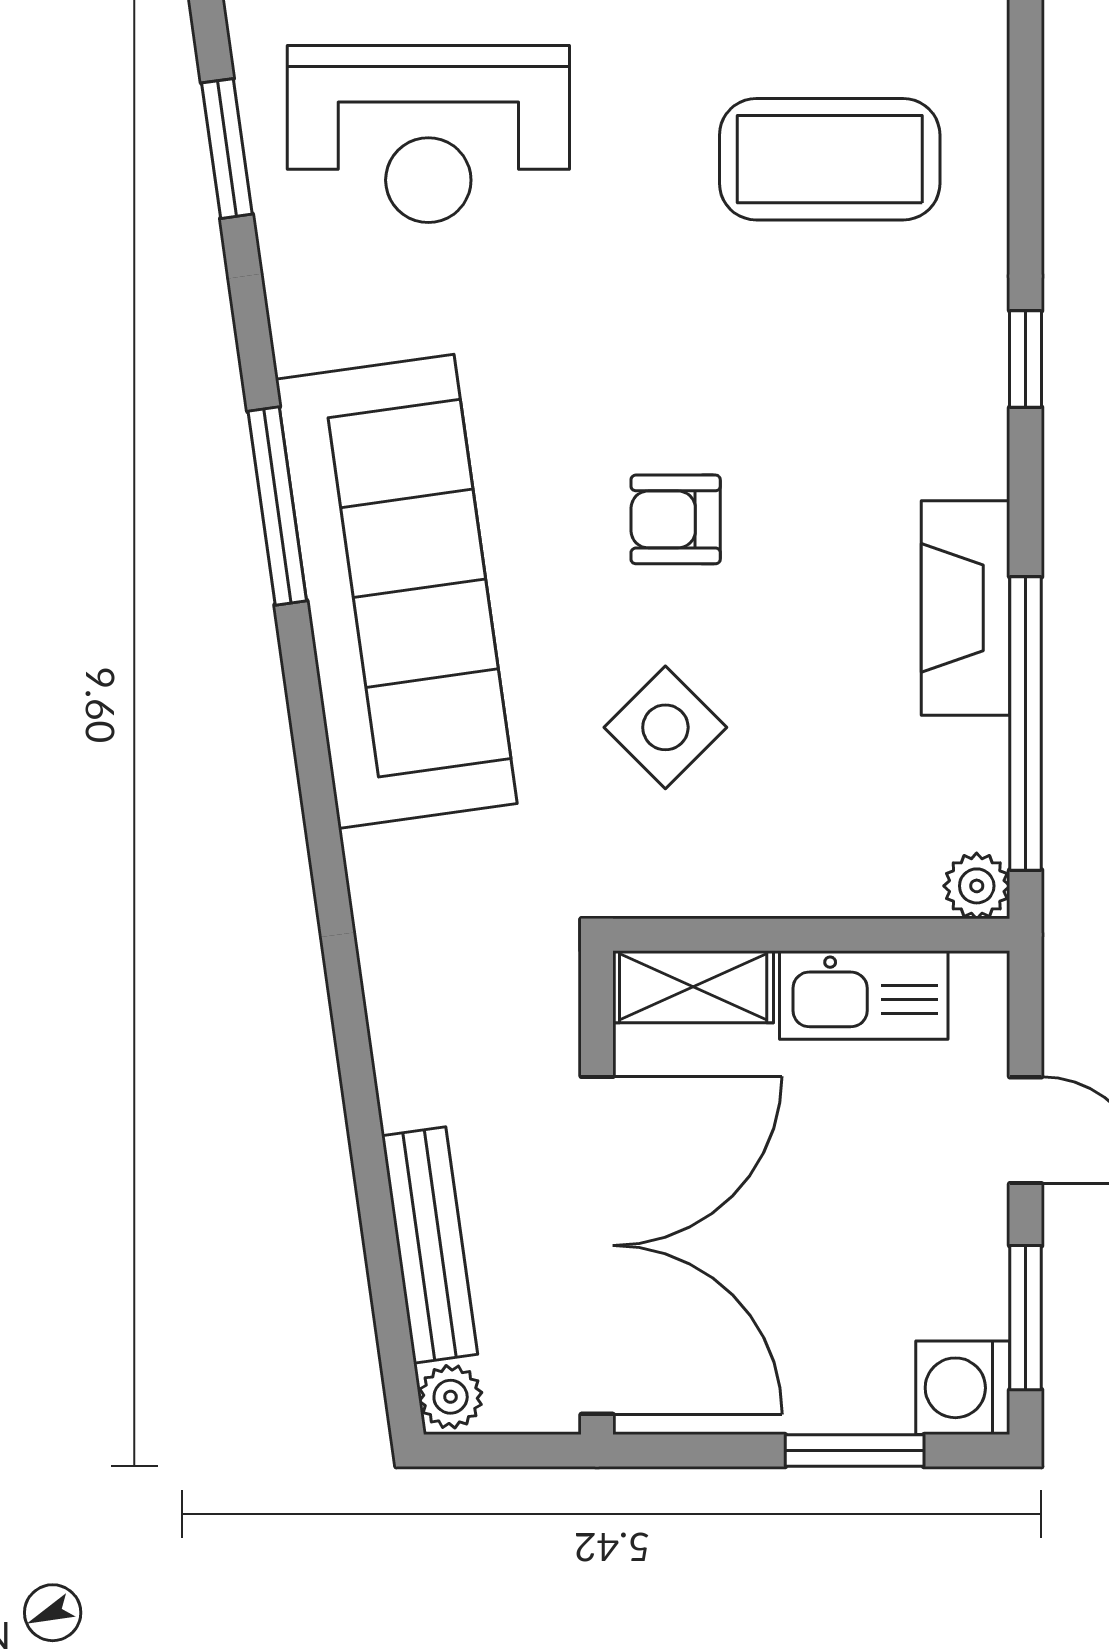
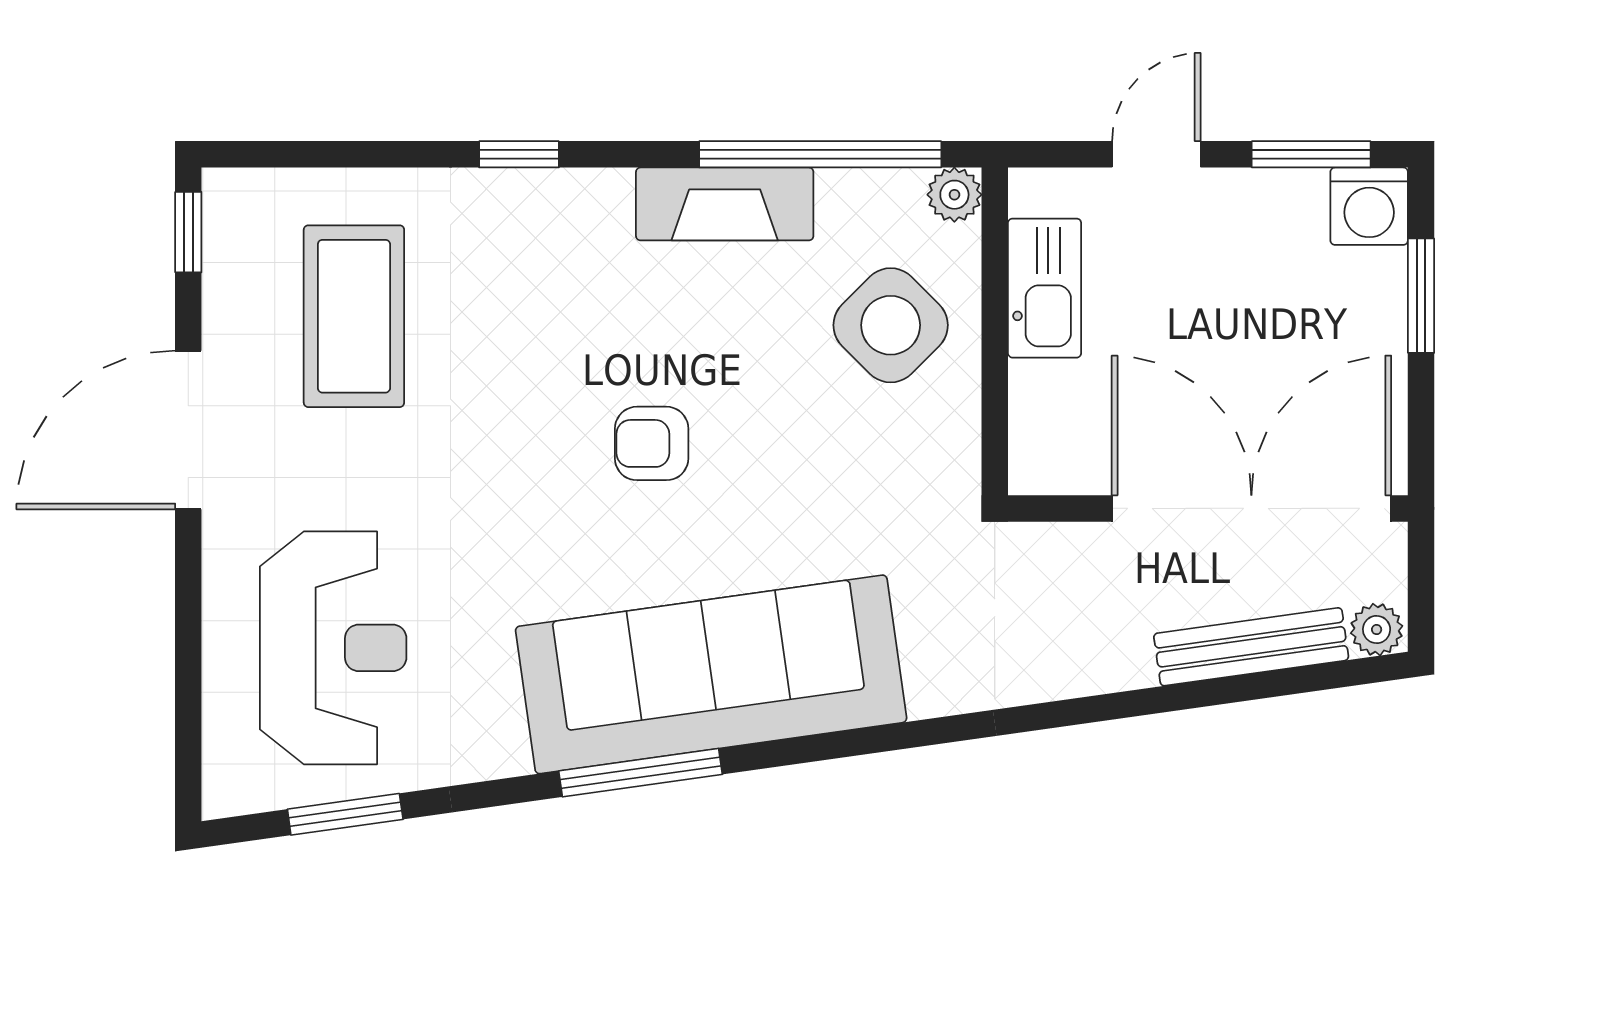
armchair: (676, 519) -> (652, 443), turned 90
side table: (665, 727) -> (891, 325), moved, width x1.37, depth x1.37
shelving: (693, 987) -> (1038, 429), removed

